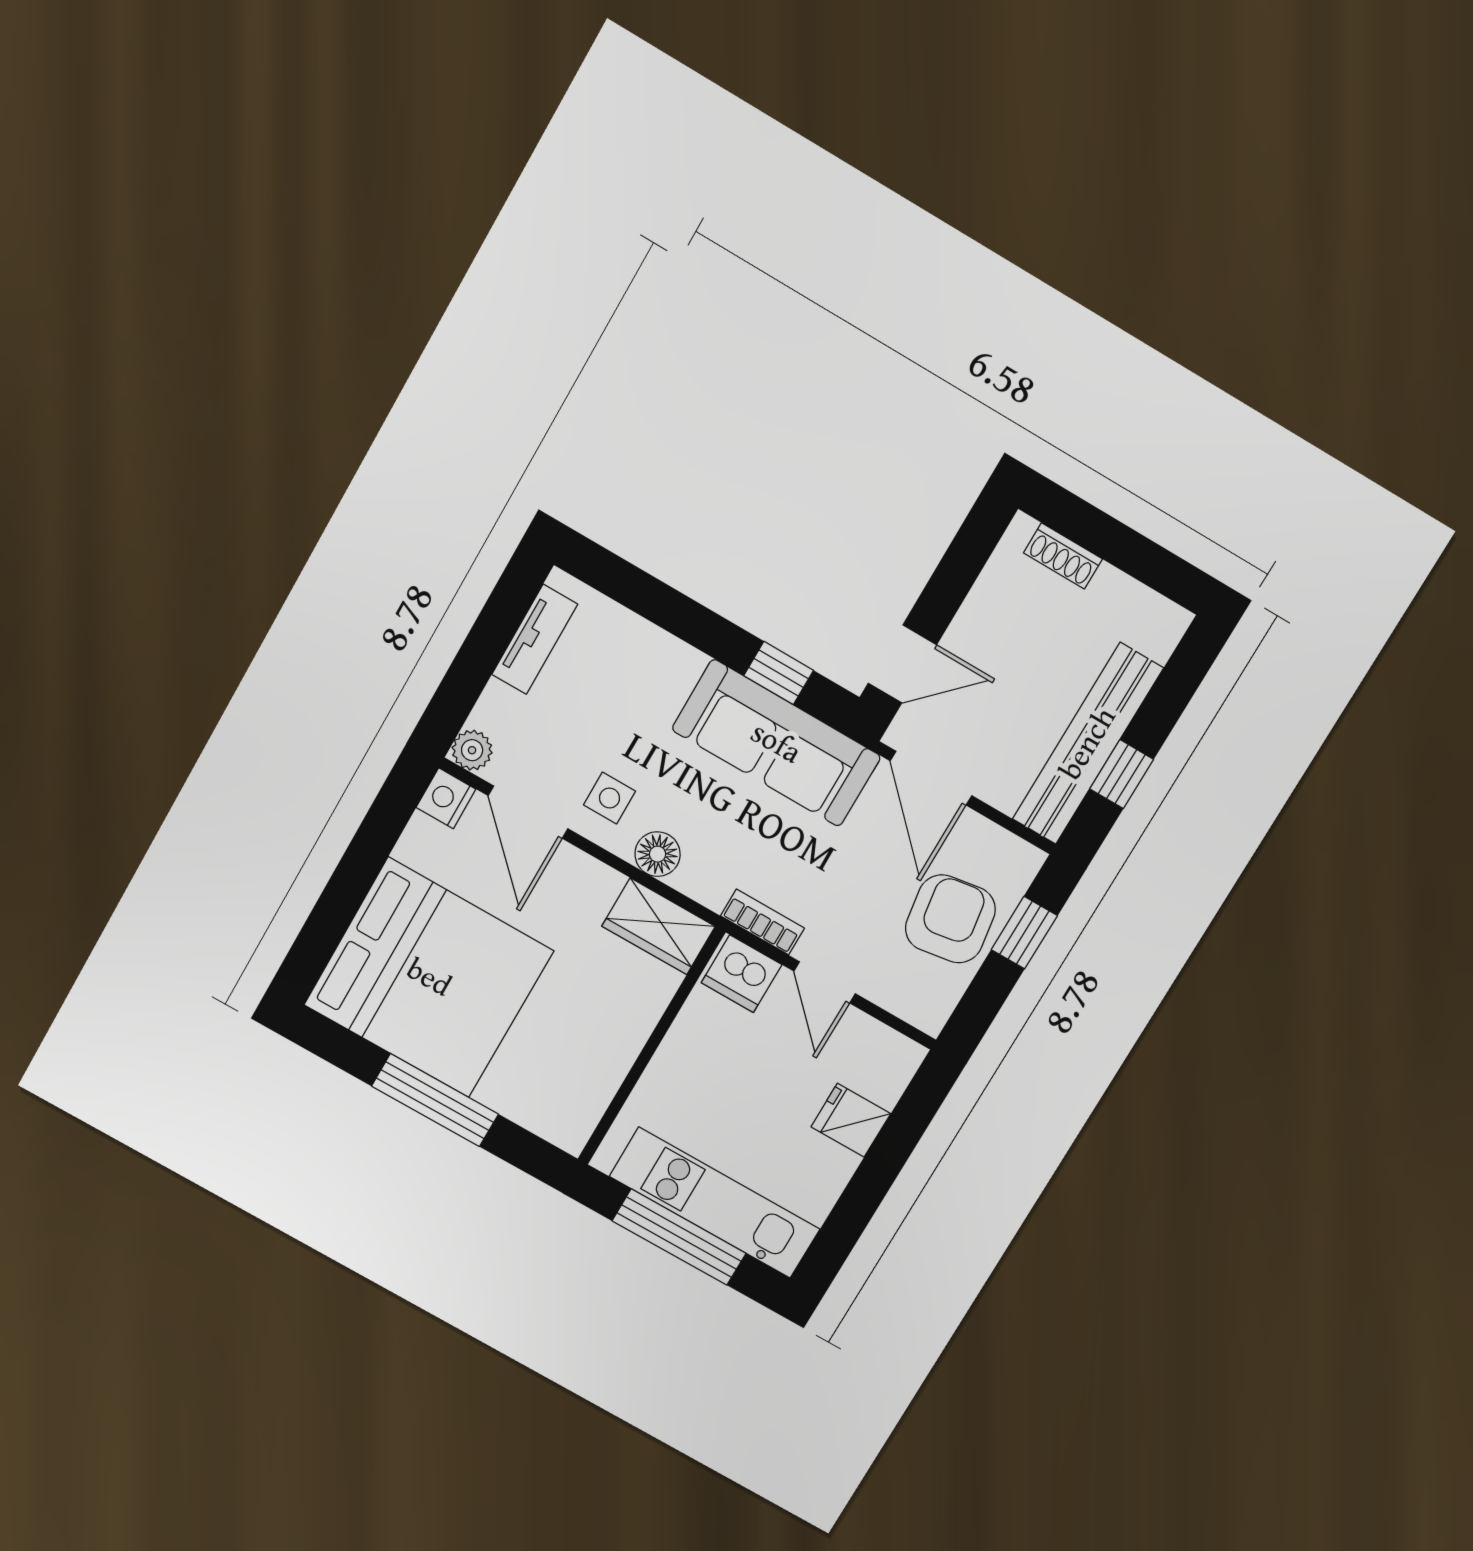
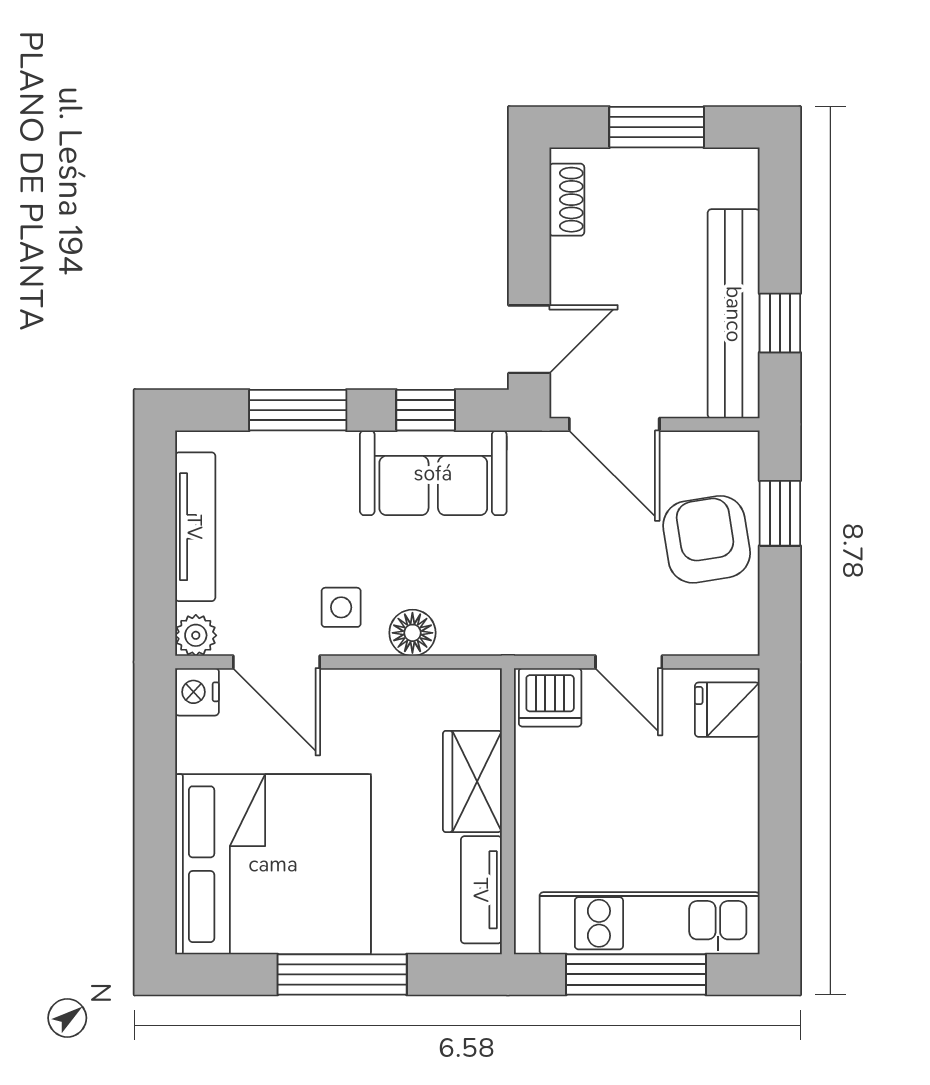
window: (1120, 545) -> (657, 127), added
shoe rack: (1063, 556) -> (567, 200), moved, turned -90
window: (669, 609) -> (298, 410), added
tv unit: (535, 639) -> (195, 527), width x1.41
sofa: (776, 743) -> (433, 473), width x0.73
bookcase: (762, 922) -> (541, 640), removed
wardrobe: (659, 926) -> (472, 781), moved, turned 90
tv unit: (591, 1097) -> (481, 890), added
fridge: (851, 1120) -> (727, 710), moved

